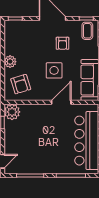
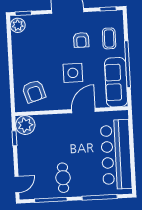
coffee table: (87, 31) -> (109, 38), moved
plant: (10, 62) -> (18, 25), moved
cafe table: (41, 158) -> (63, 178), added

